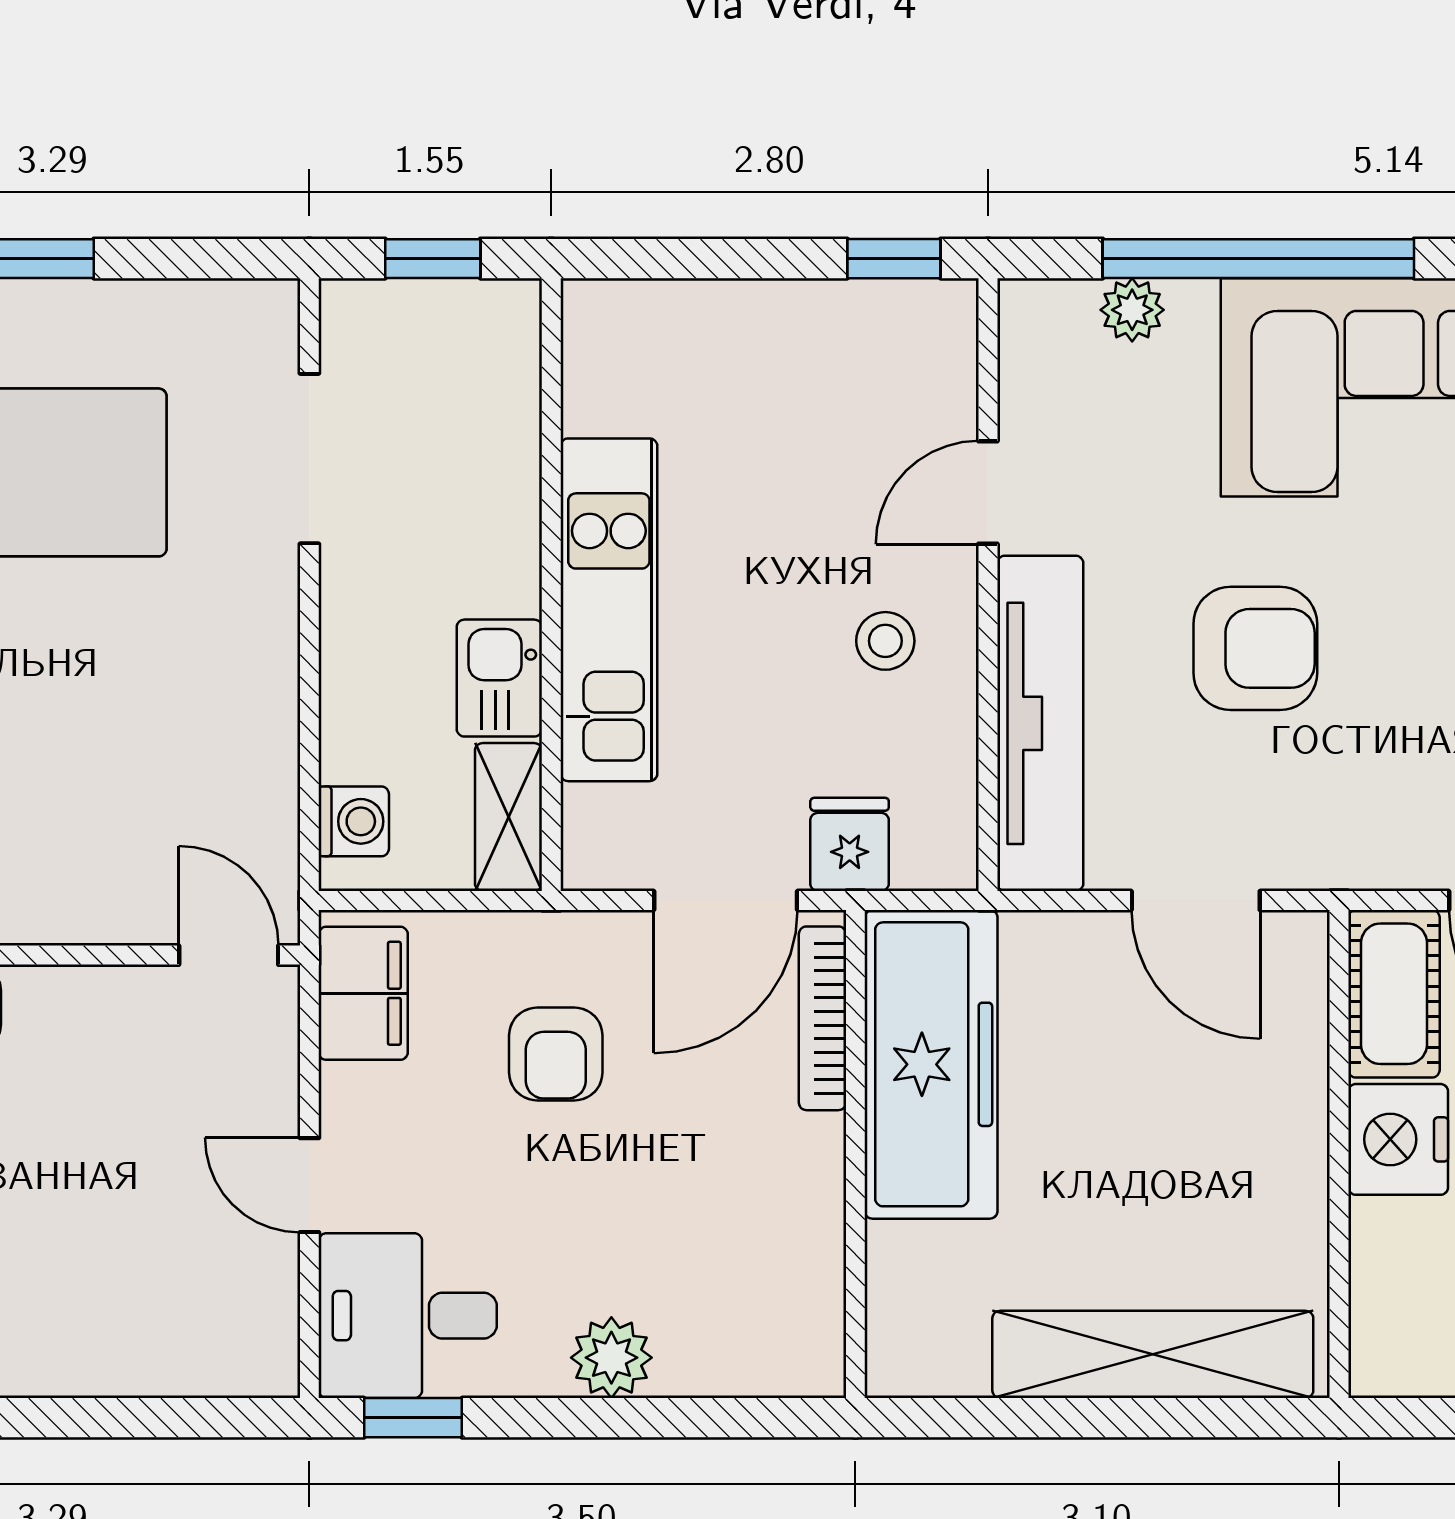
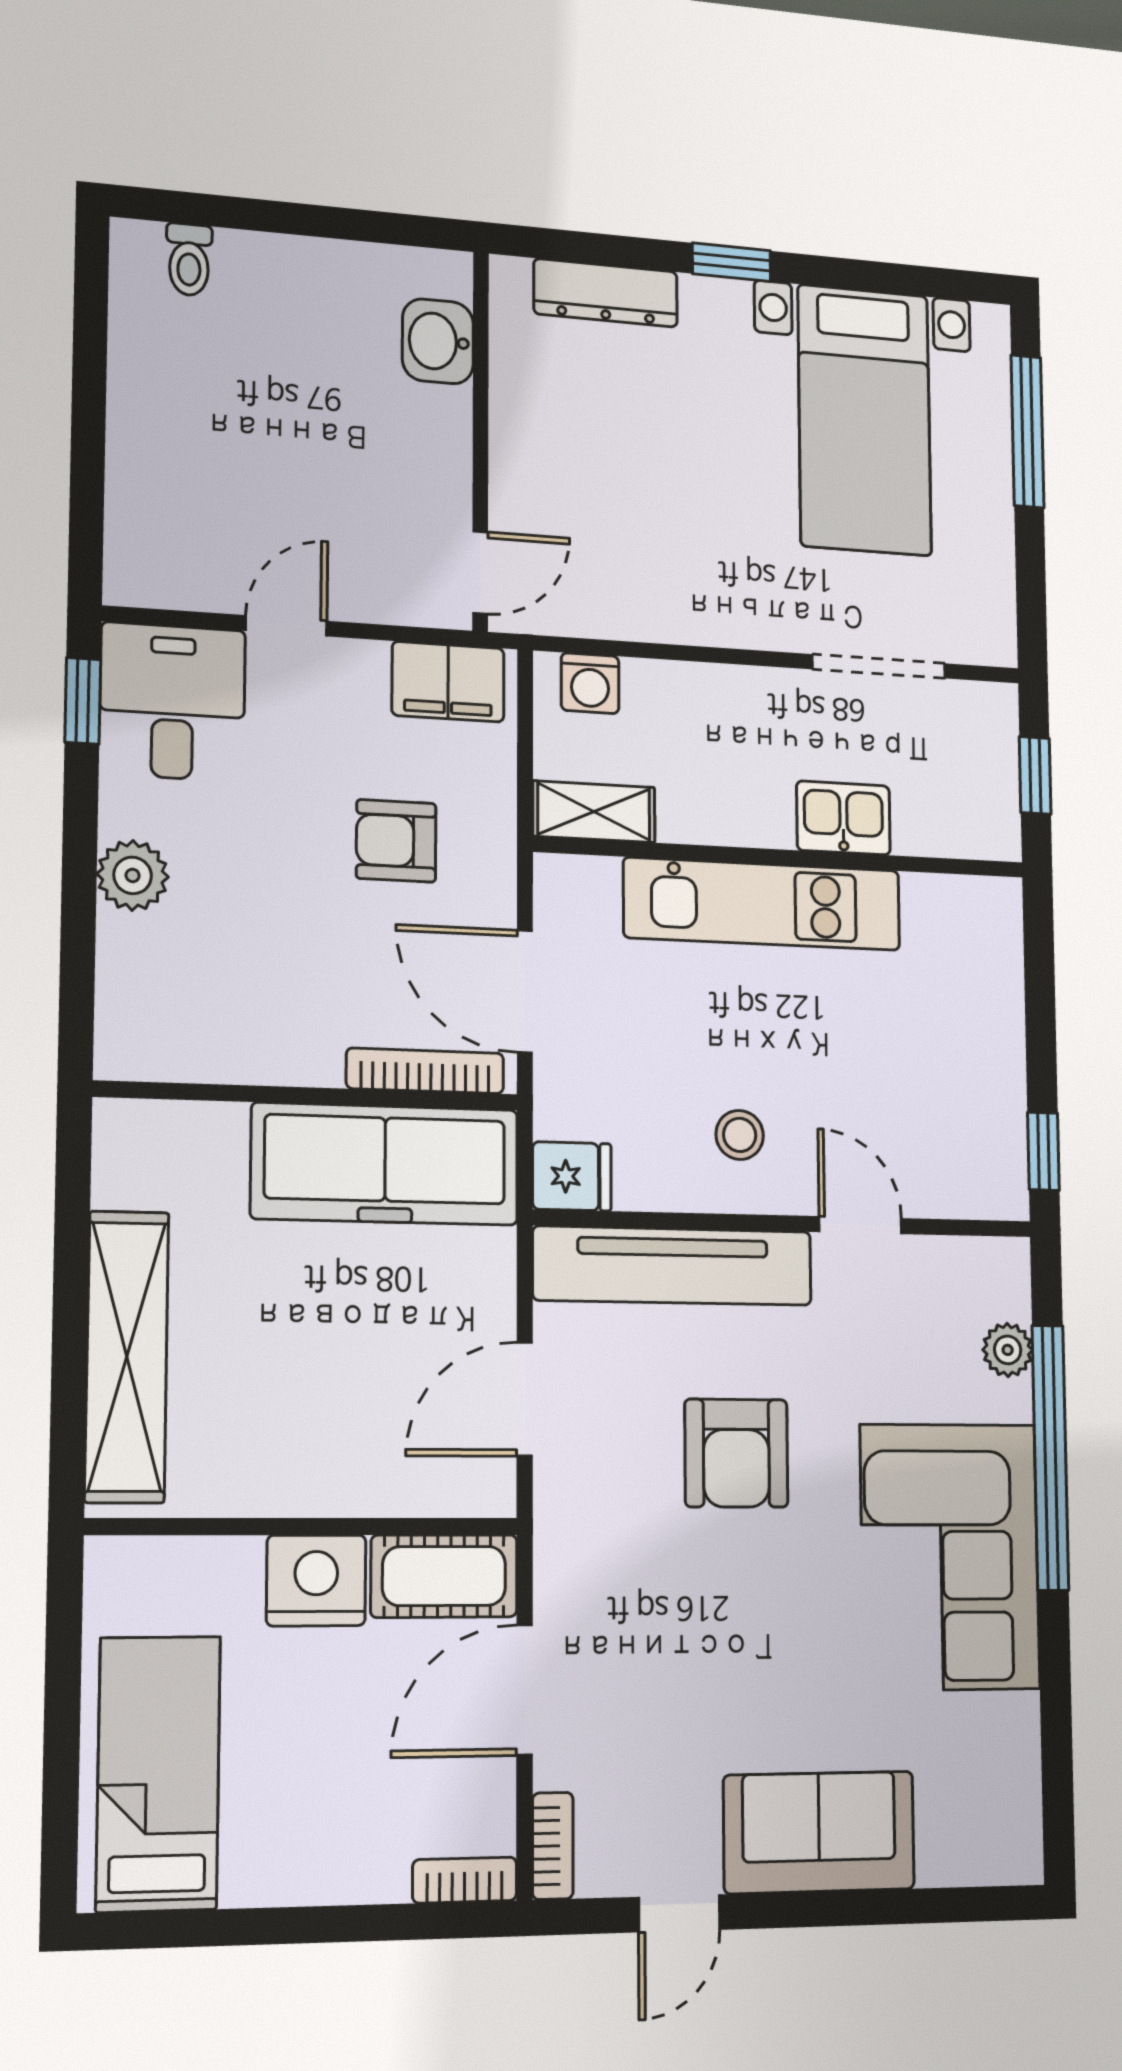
kitchen sink: (499, 678) -> (843, 818), moved
fridge: (850, 844) -> (572, 1176), moved

